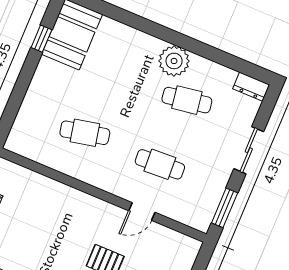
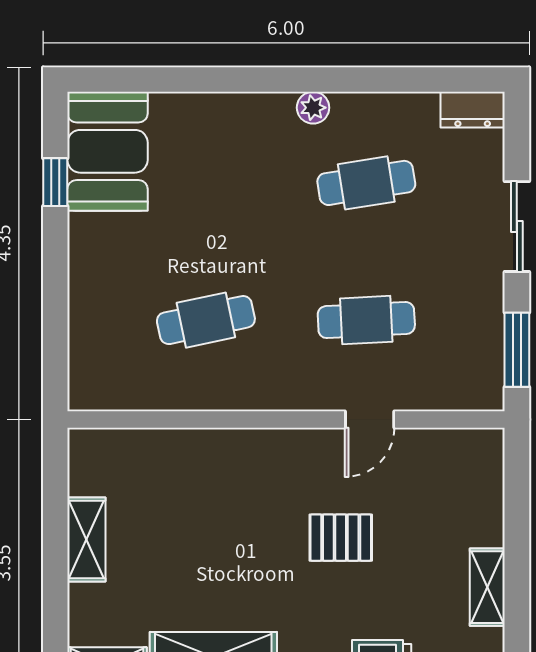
plant: (174, 61) -> (313, 108), width x0.53, depth x0.53

